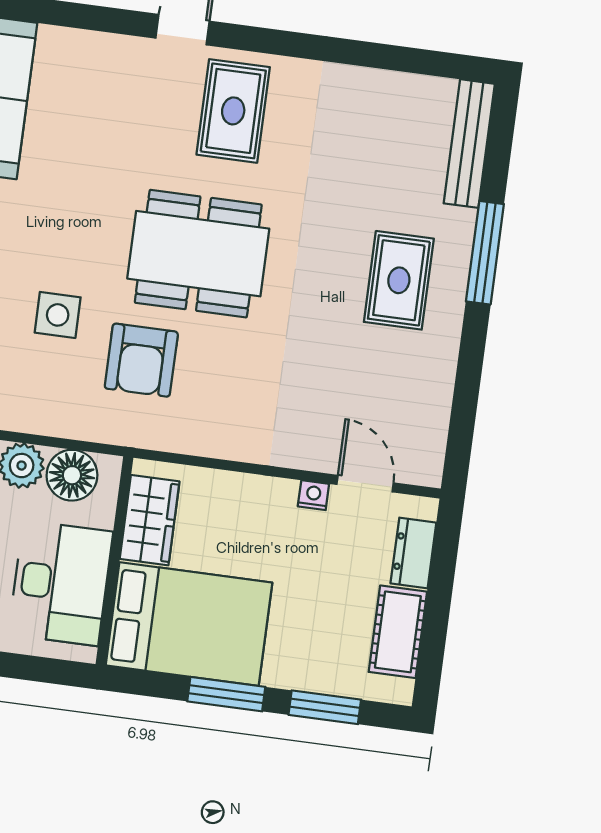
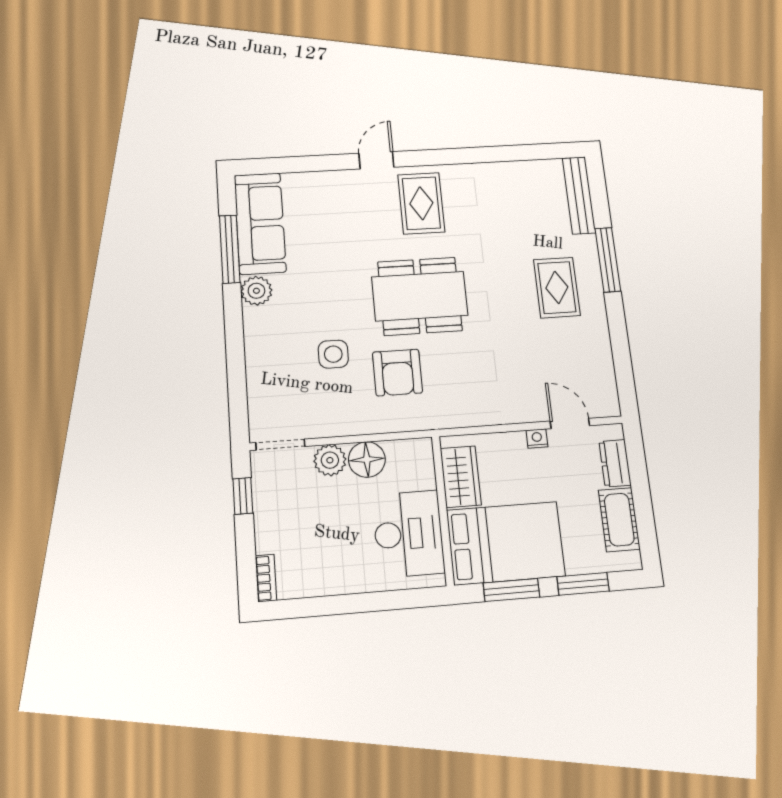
wardrobe: (150, 520) -> (461, 477), moved
wall: (114, 561) -> (443, 510), moved
desk: (61, 583) -> (408, 534), moved
bed: (189, 624) -> (506, 543), moved

